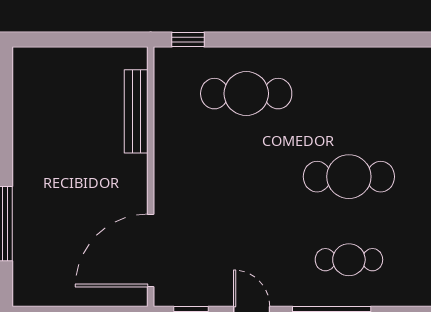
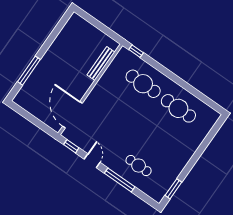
cafe table: (349, 177) -> (178, 108), moved
door: (151, 250) -> (73, 115), hinge flipped

